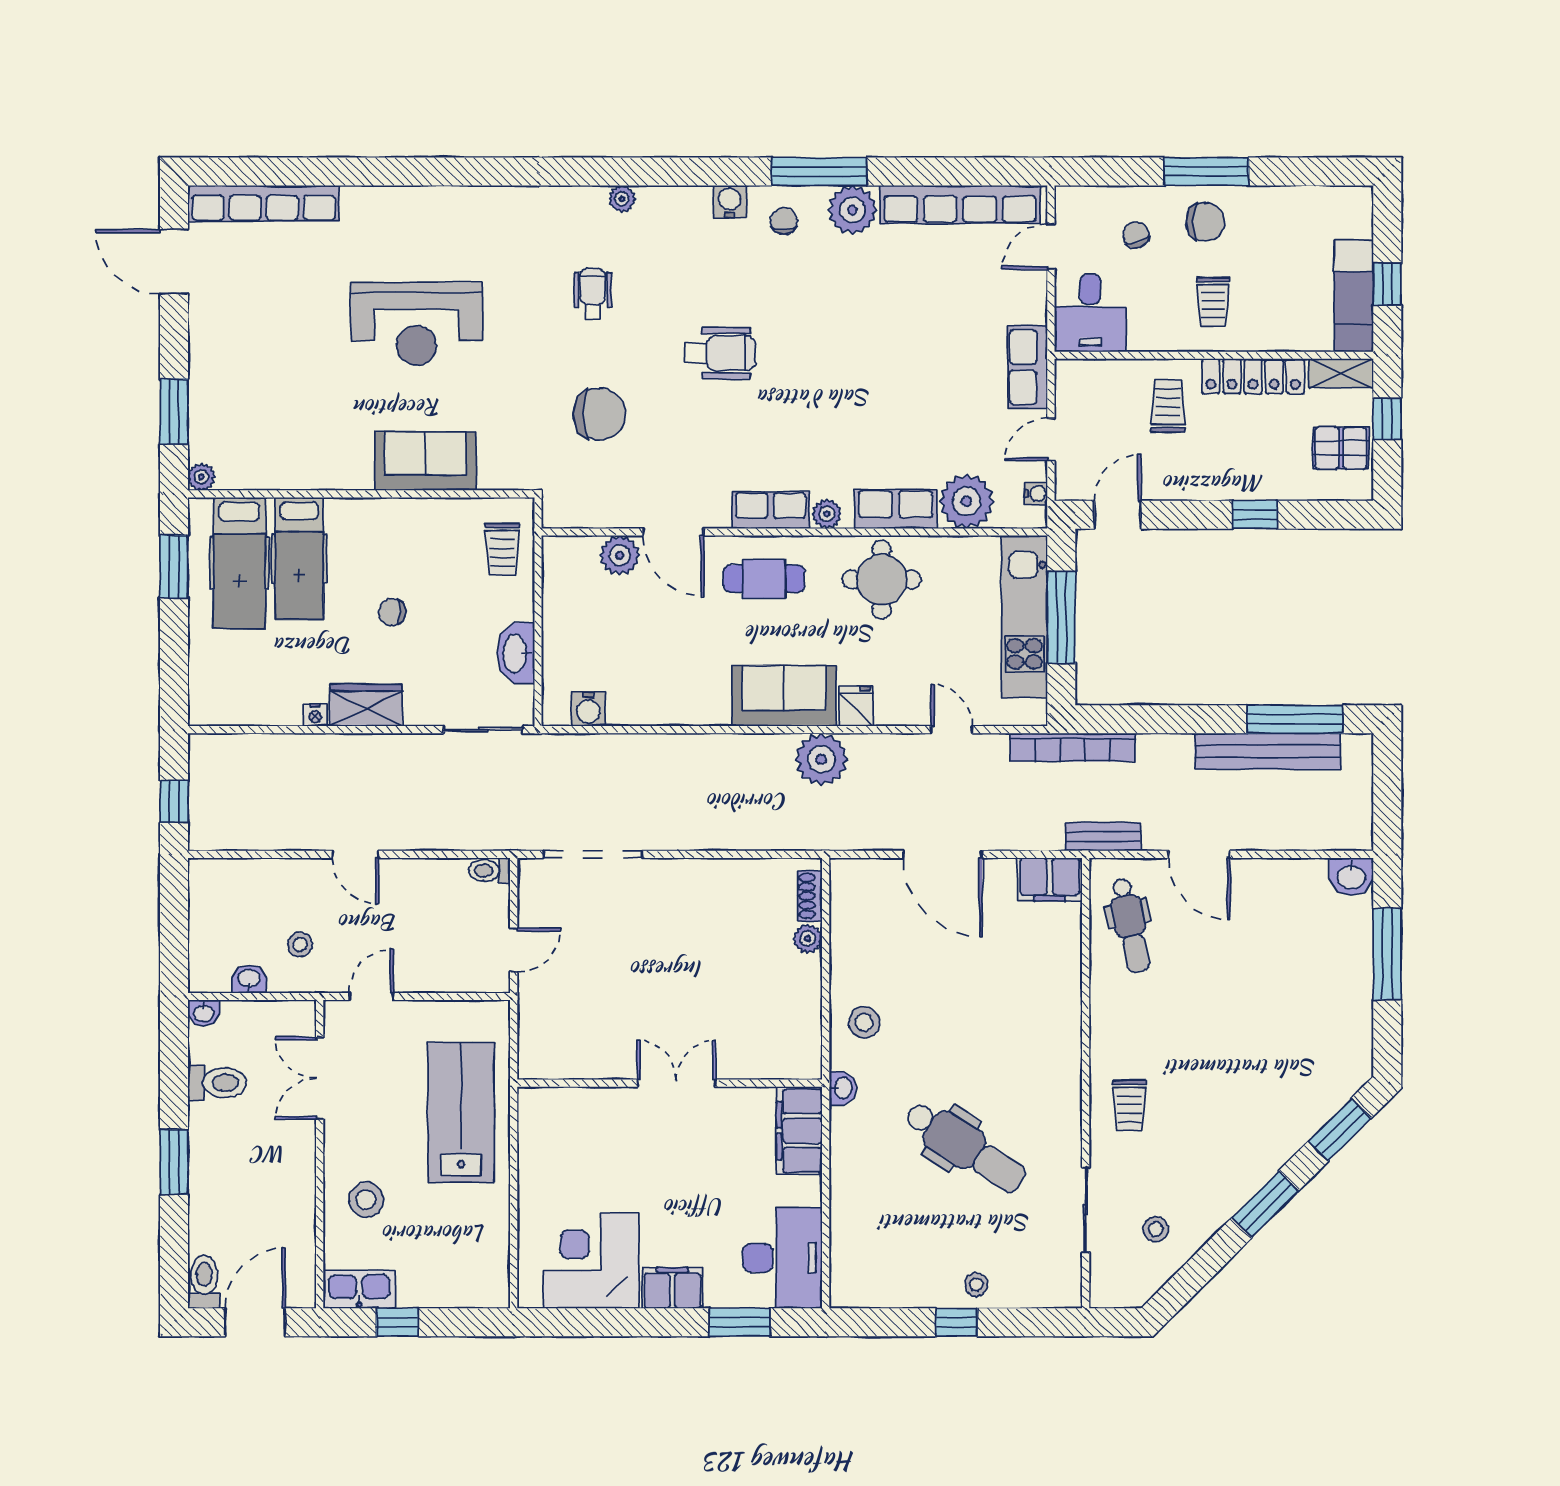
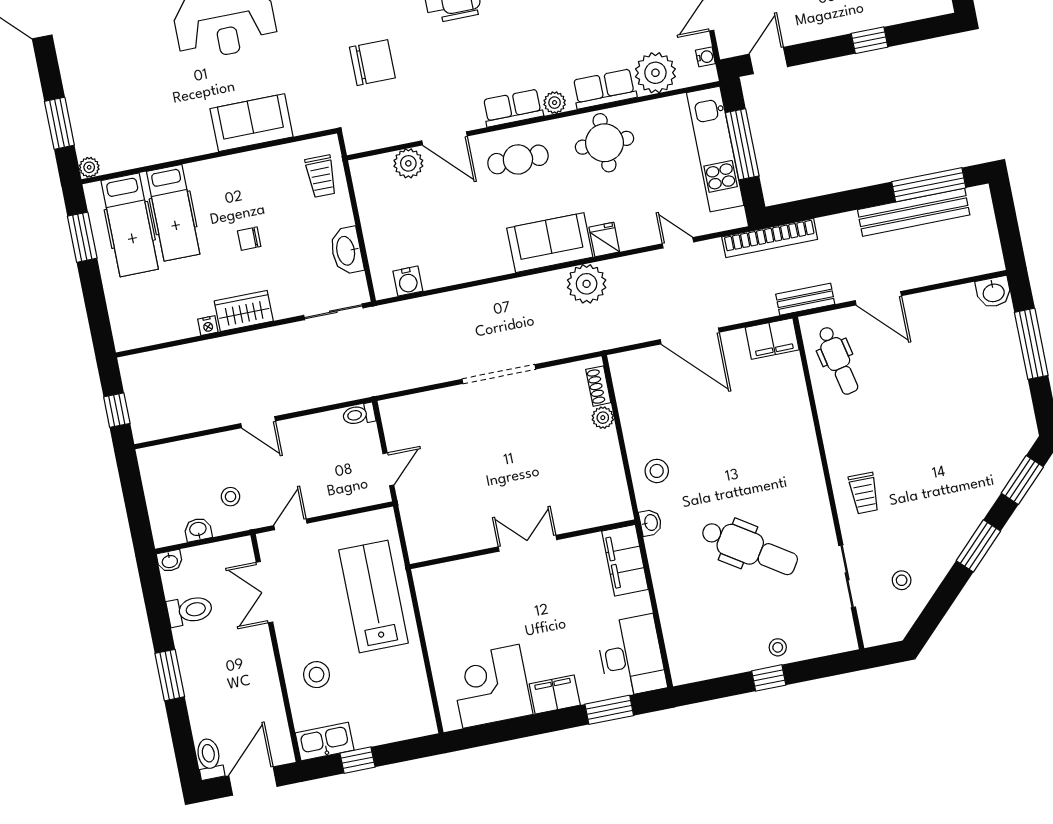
doorway: (593, 854) -> (499, 374), moved

